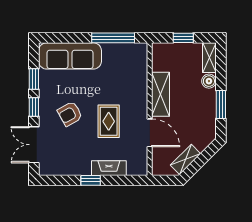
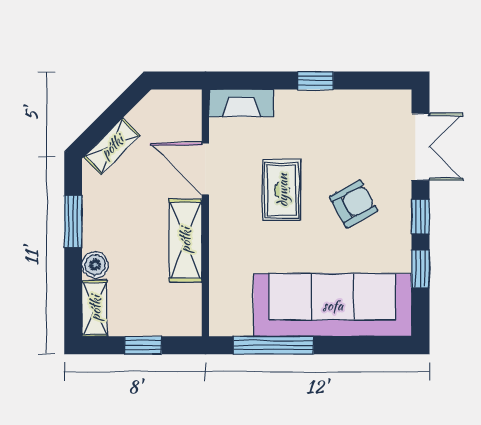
sofa: (70, 56) -> (333, 305), width x1.36, depth x1.27
shelving: (185, 159) -> (112, 146), moved
fireplace: (109, 168) -> (241, 103), moved

